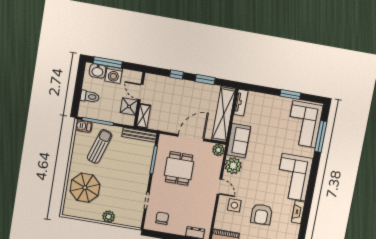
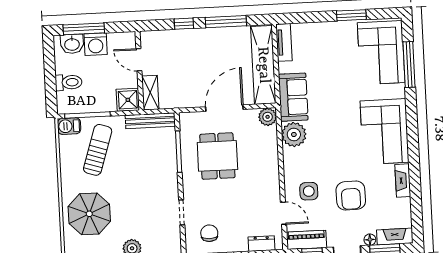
window: (205, 80) -> (226, 22), width x1.44
shower: (129, 106) -> (128, 100), moved
door: (219, 187) -> (283, 213), moved

